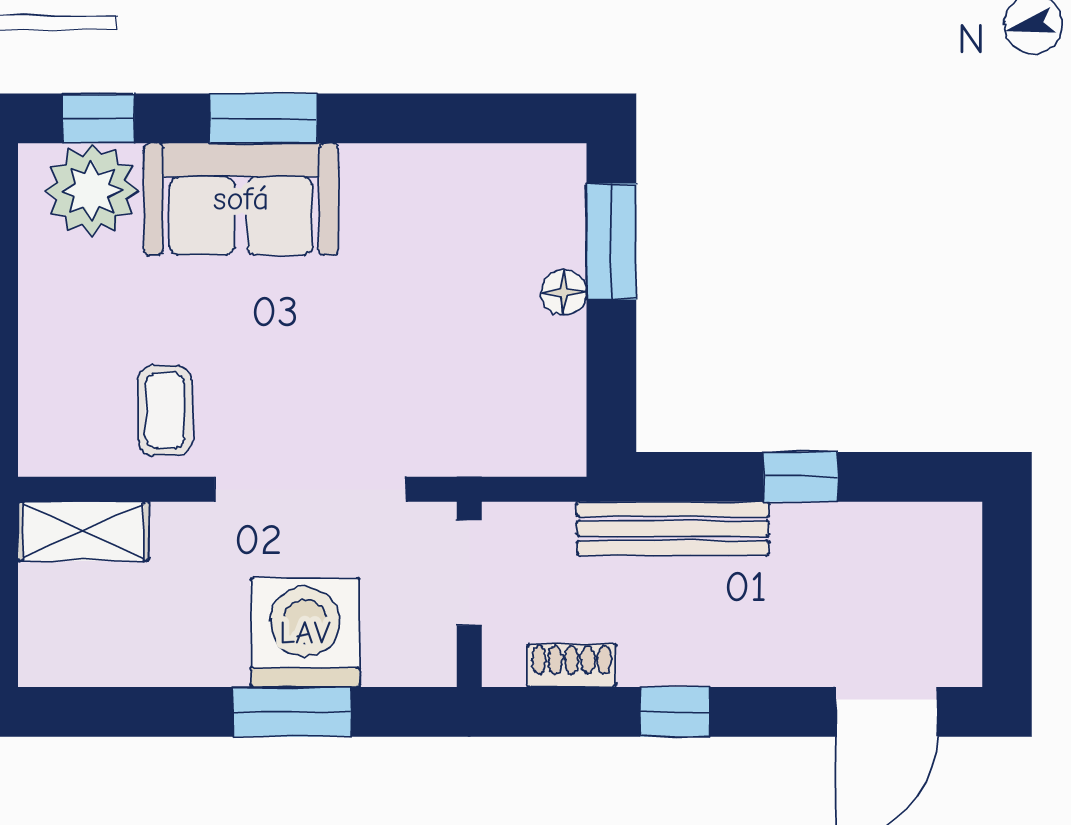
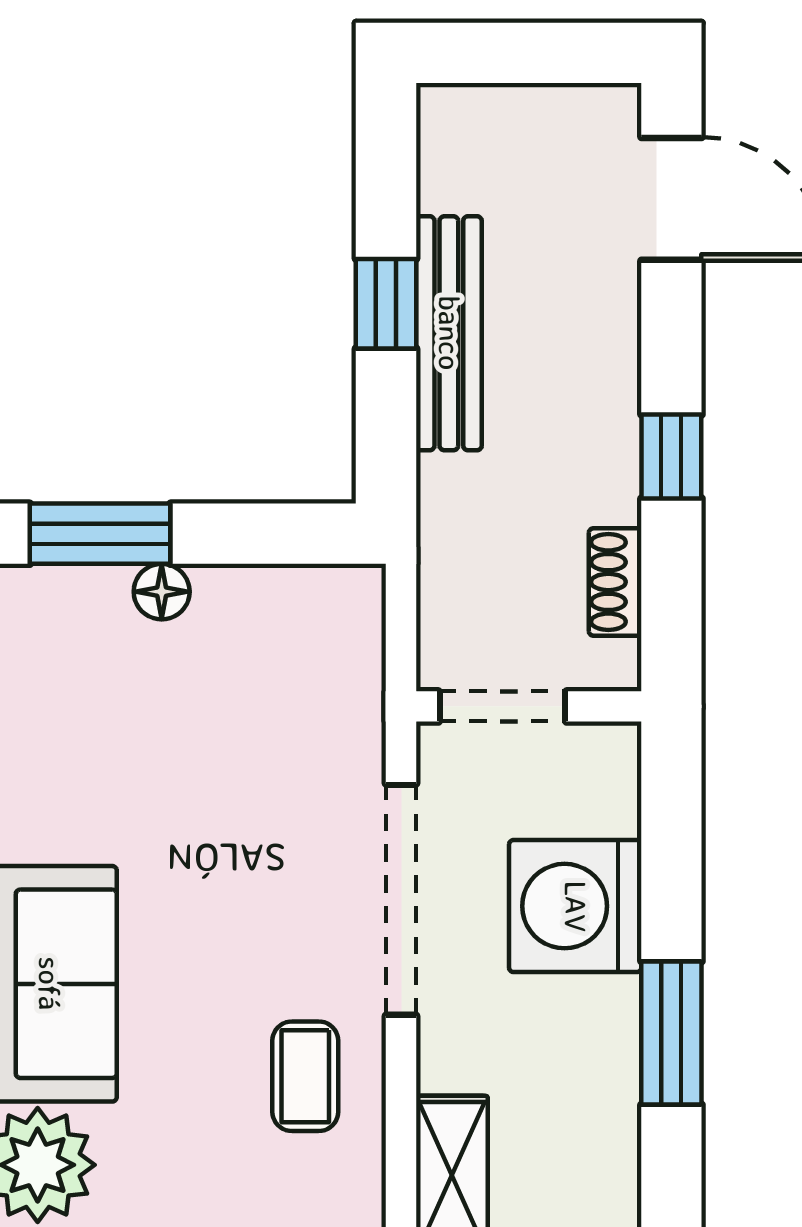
coffee table: (165, 410) -> (305, 1076), turned 90
bench: (673, 529) -> (449, 333), moved
window: (292, 712) -> (671, 1033), moved

